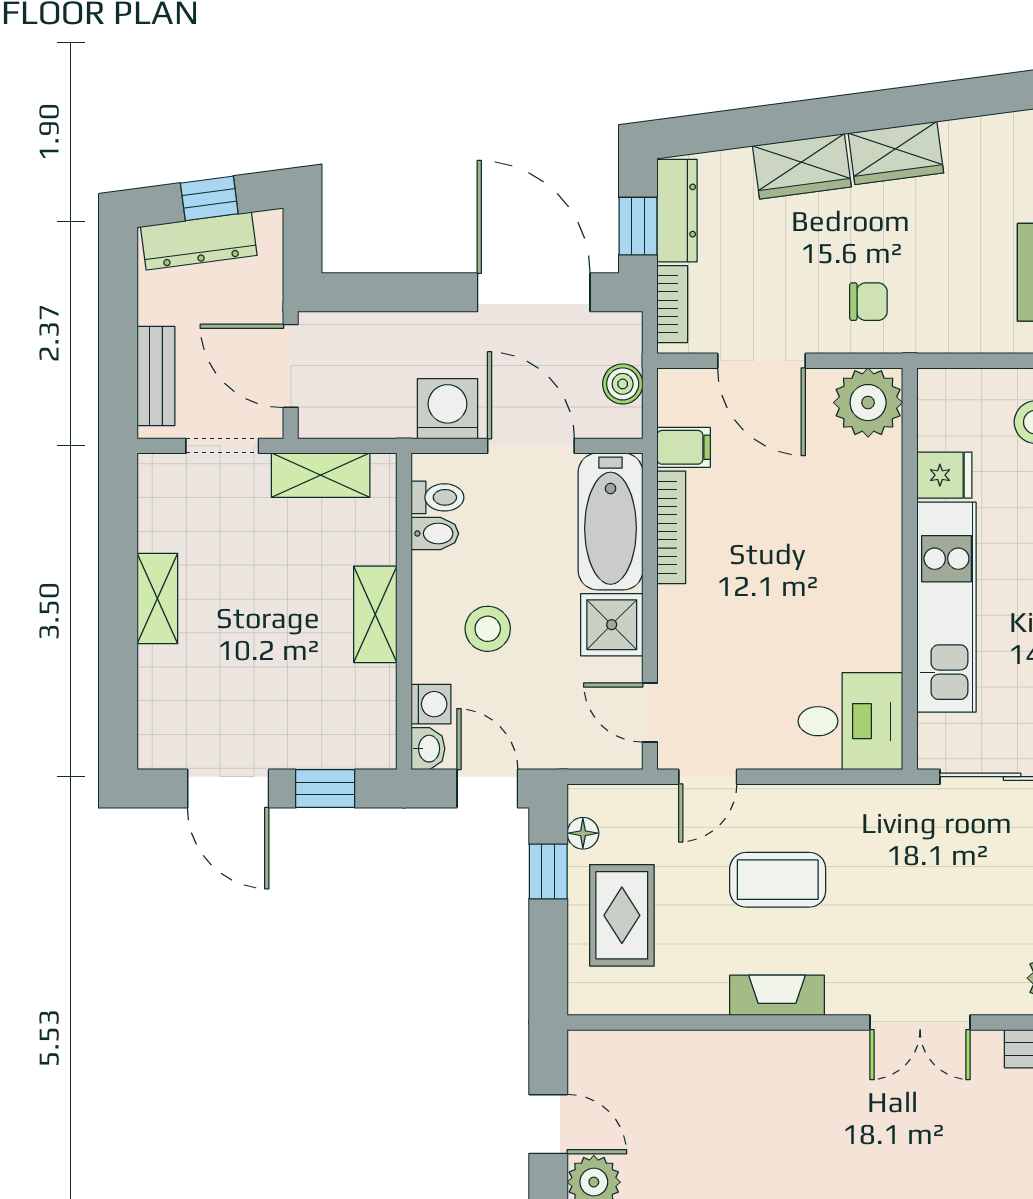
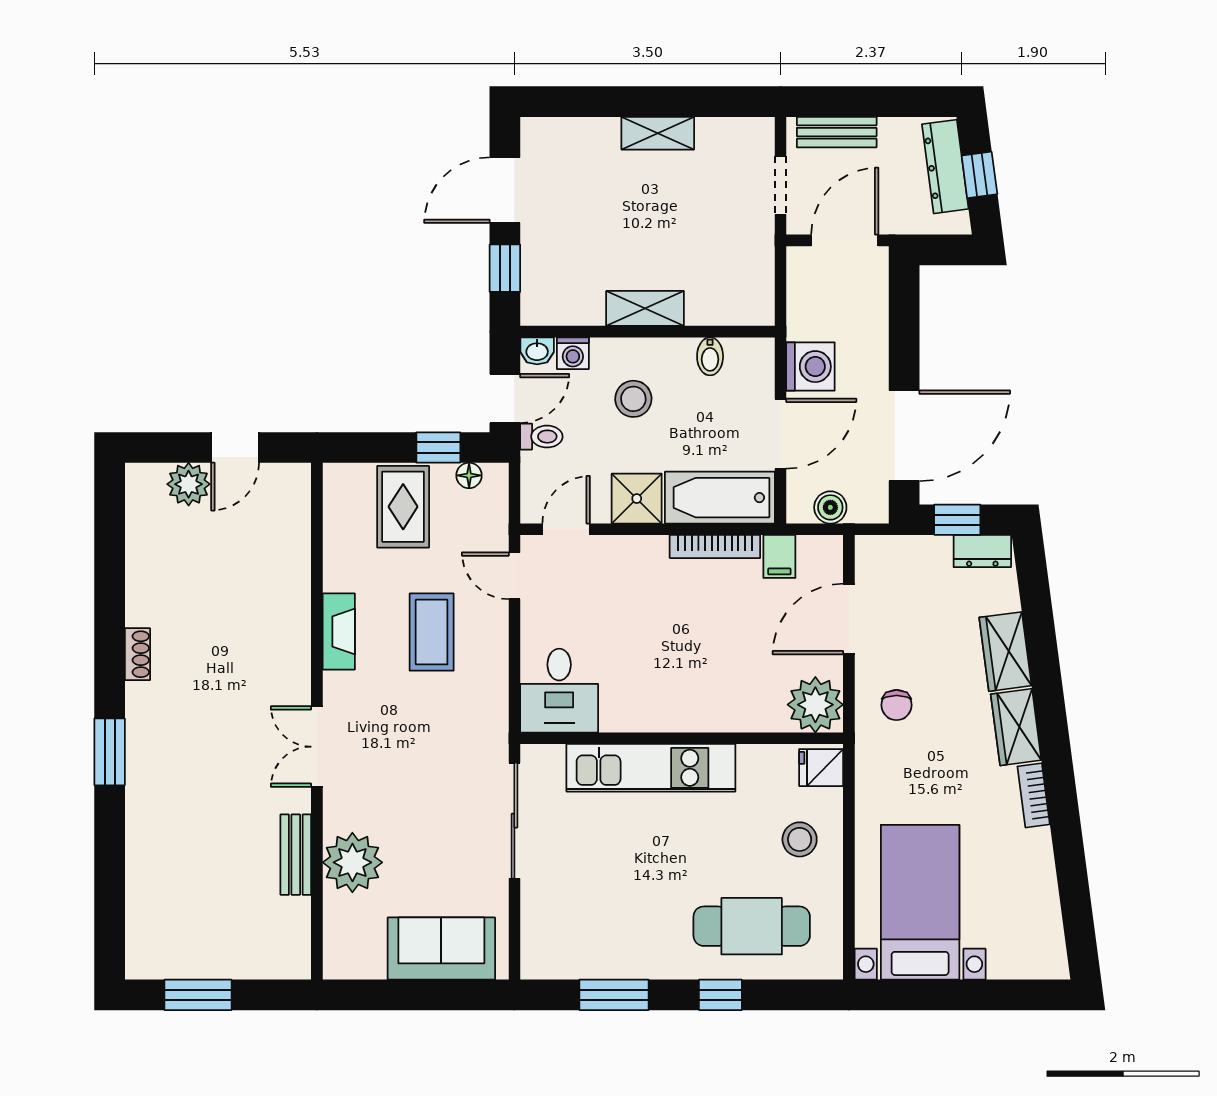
dresser: (677, 211) -> (982, 551), width x0.70
bookcase: (672, 304) -> (1034, 795), moved, turned 82
shelving: (321, 475) -> (757, 265), removed
fridge: (944, 475) -> (821, 768), moved, turned 90
toilet: (438, 497) -> (541, 437), moved, turned -90
rug: (622, 915) -> (403, 507), turned 90

